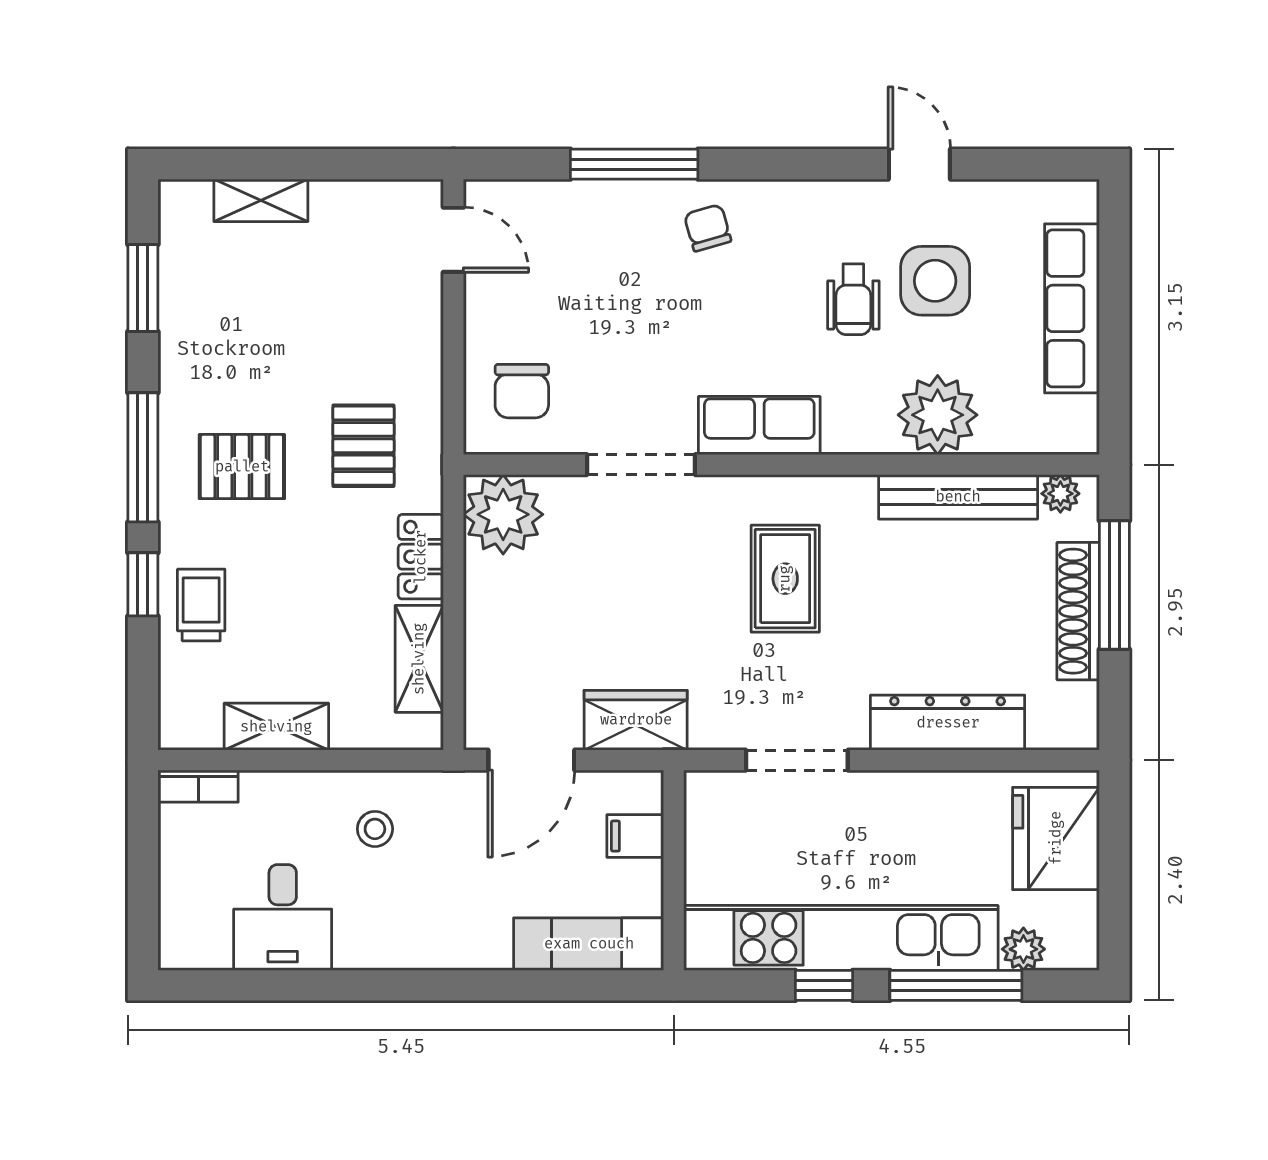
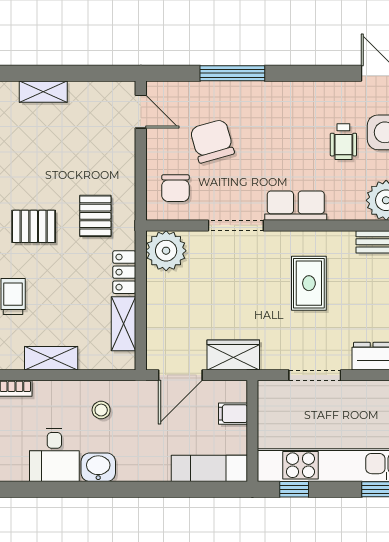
chair: (708, 228) -> (212, 141), moved, width x1.87, depth x1.87
washbasin: (369, 942) -> (98, 467), added
window: (824, 985) -> (294, 489), moved

